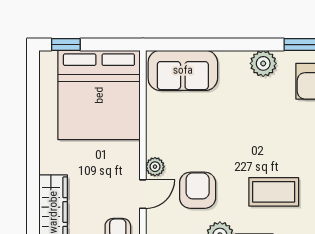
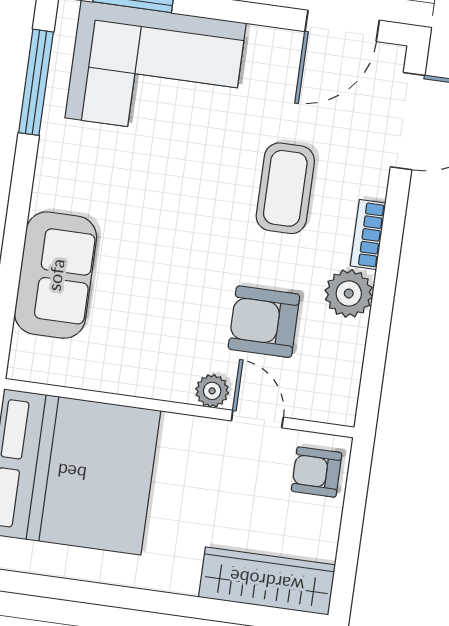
plant: (263, 63) -> (57, 175), removed
sofa: (183, 70) -> (56, 275), moved

